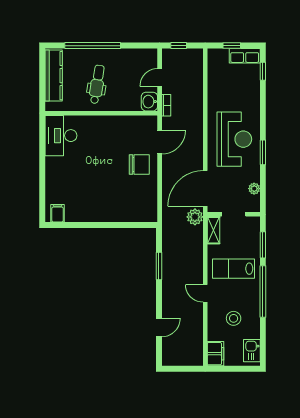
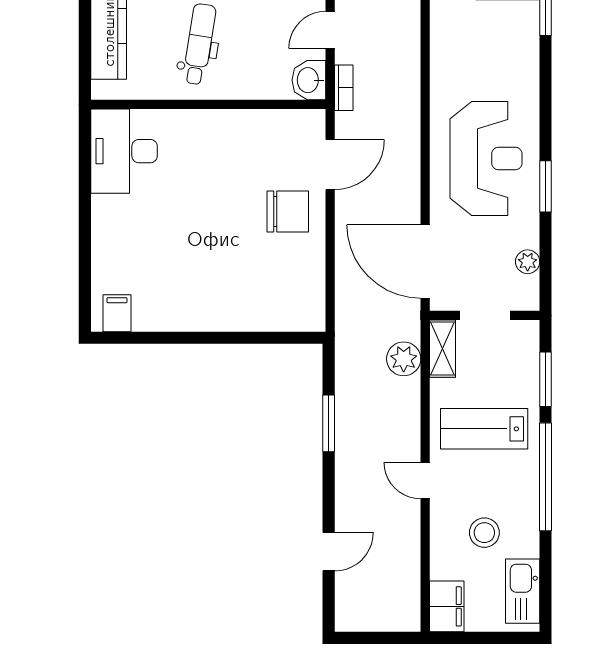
door: (205, 188) -> (425, 261), hinge flipped
plant: (195, 217) -> (404, 359), moved
kitchen sink: (252, 351) -> (523, 591), width x1.38

